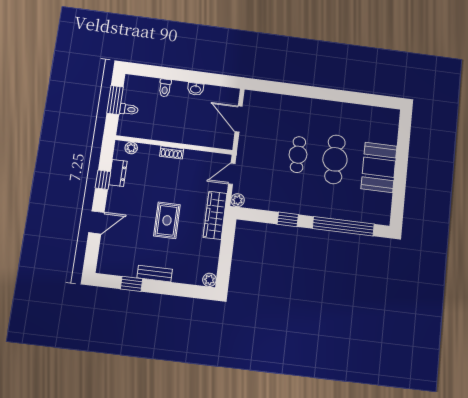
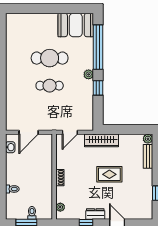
washbasin: (196, 89) -> (10, 147), moved
booth: (379, 167) -> (76, 25), moved
dresser: (118, 173) -> (95, 214), moved
door: (232, 174) -> (70, 132), hinge flipped
plant: (238, 200) -> (89, 74), moved
bench: (155, 274) -> (148, 156), moved

